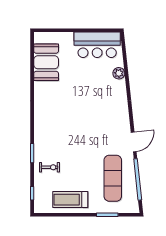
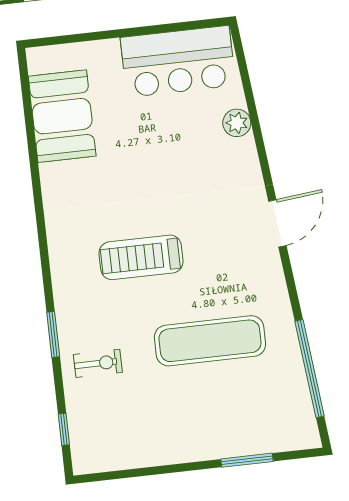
door: (134, 142) -> (277, 223), moved
exercise mat: (113, 178) -> (210, 341), moved, turned 90
treadmill: (70, 200) -> (141, 257), moved

